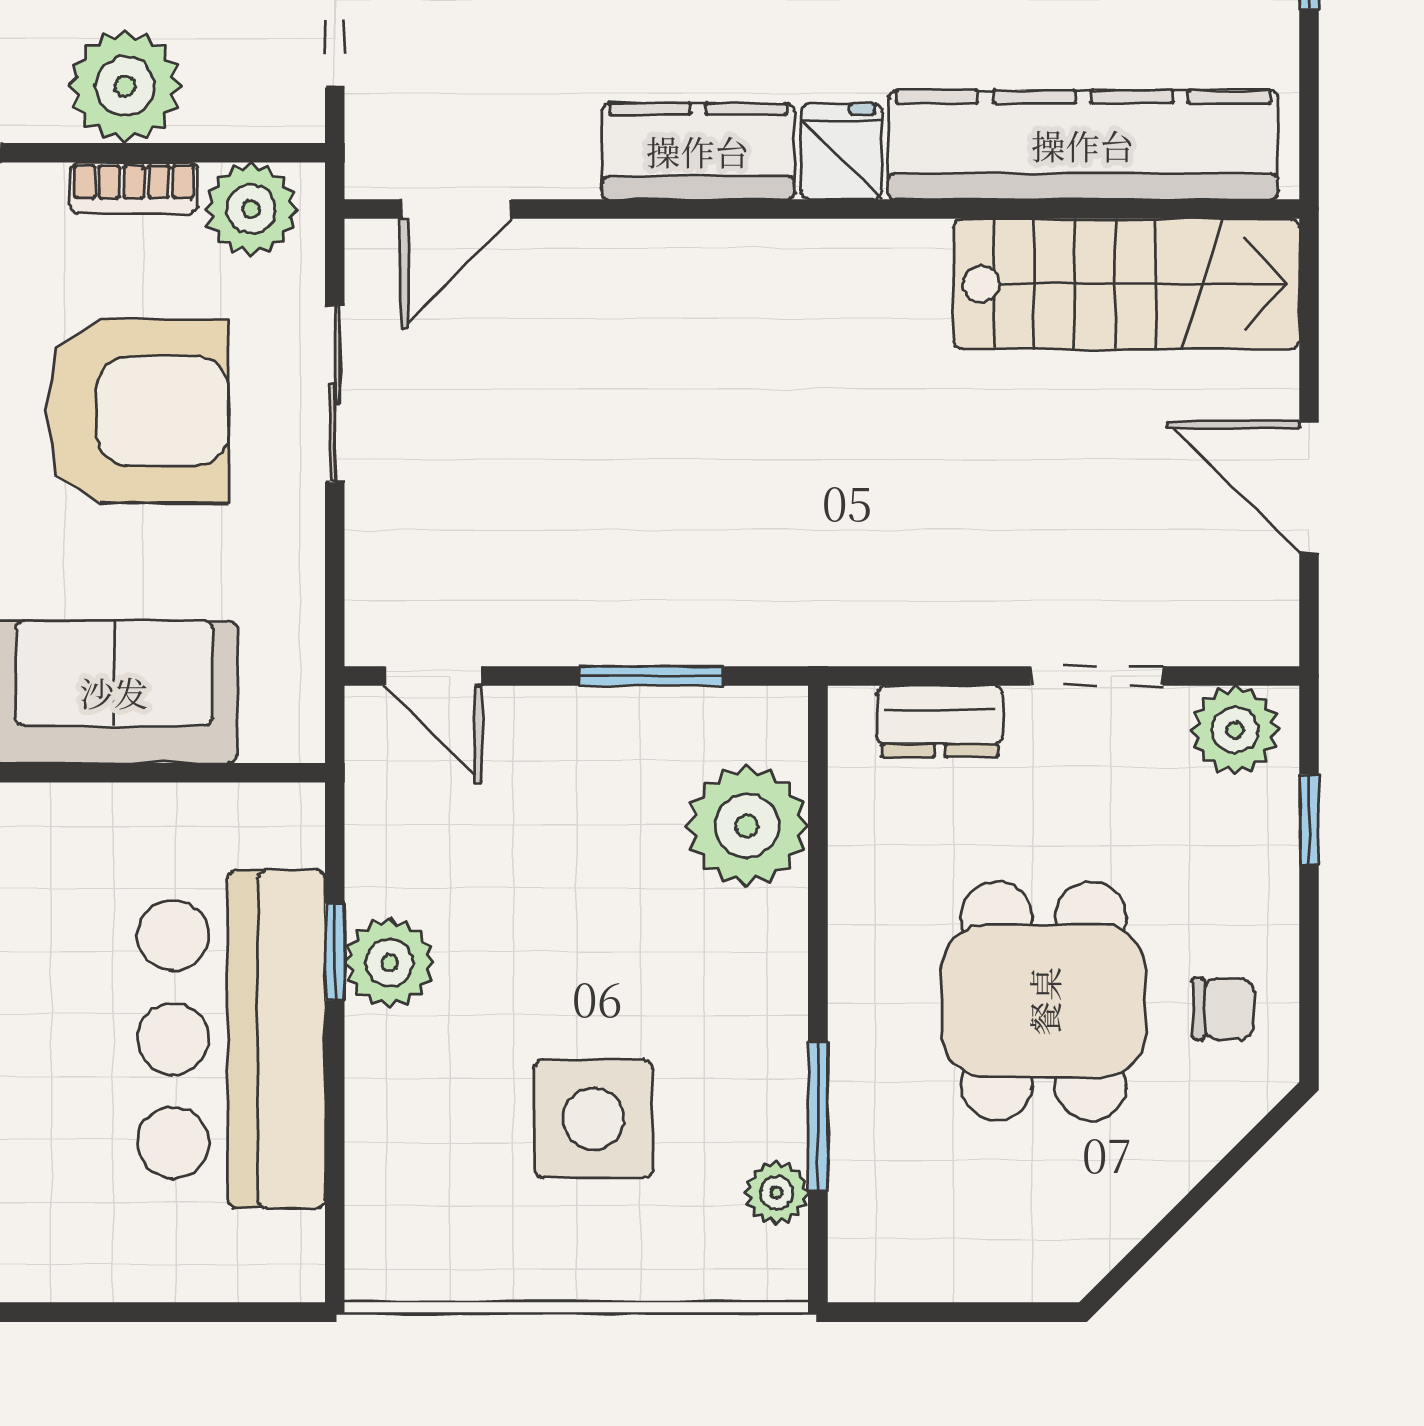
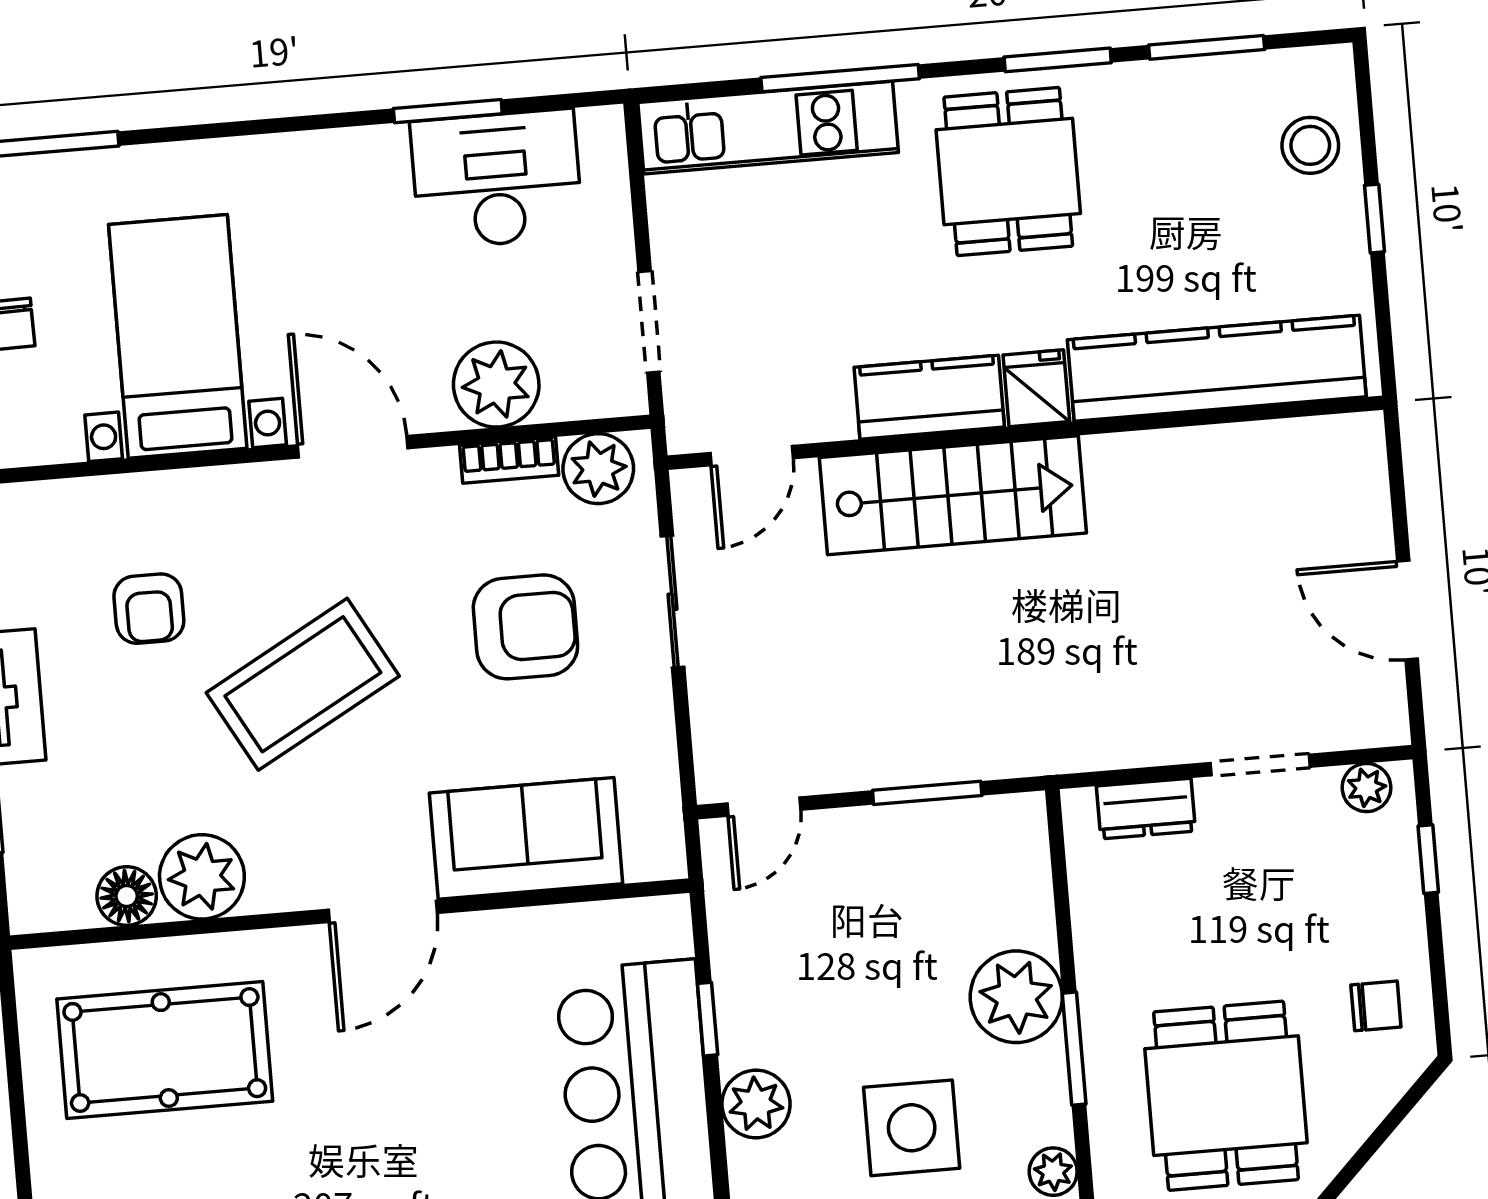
stairs: (1126, 284) -> (953, 495), moved
armchair: (137, 411) -> (525, 627), width x0.73, depth x0.73
door: (433, 676) -> (764, 807), hinge flipped
plant: (1235, 730) -> (1367, 788), width x0.73, depth x0.73
plant: (747, 826) -> (1016, 997), moved
plant: (390, 963) -> (756, 1104), moved
dining table: (1044, 1001) -> (1226, 1096), moved
window: (818, 1117) -> (1074, 1049), moved

